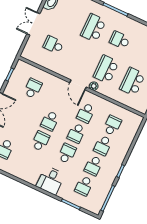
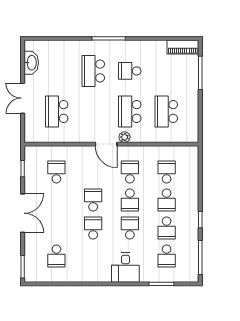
school desk: (53, 45) -> (57, 111), width x1.85
school desk: (86, 113) -> (130, 172), turned 180
school desk: (50, 121) -> (93, 200), turned 180

